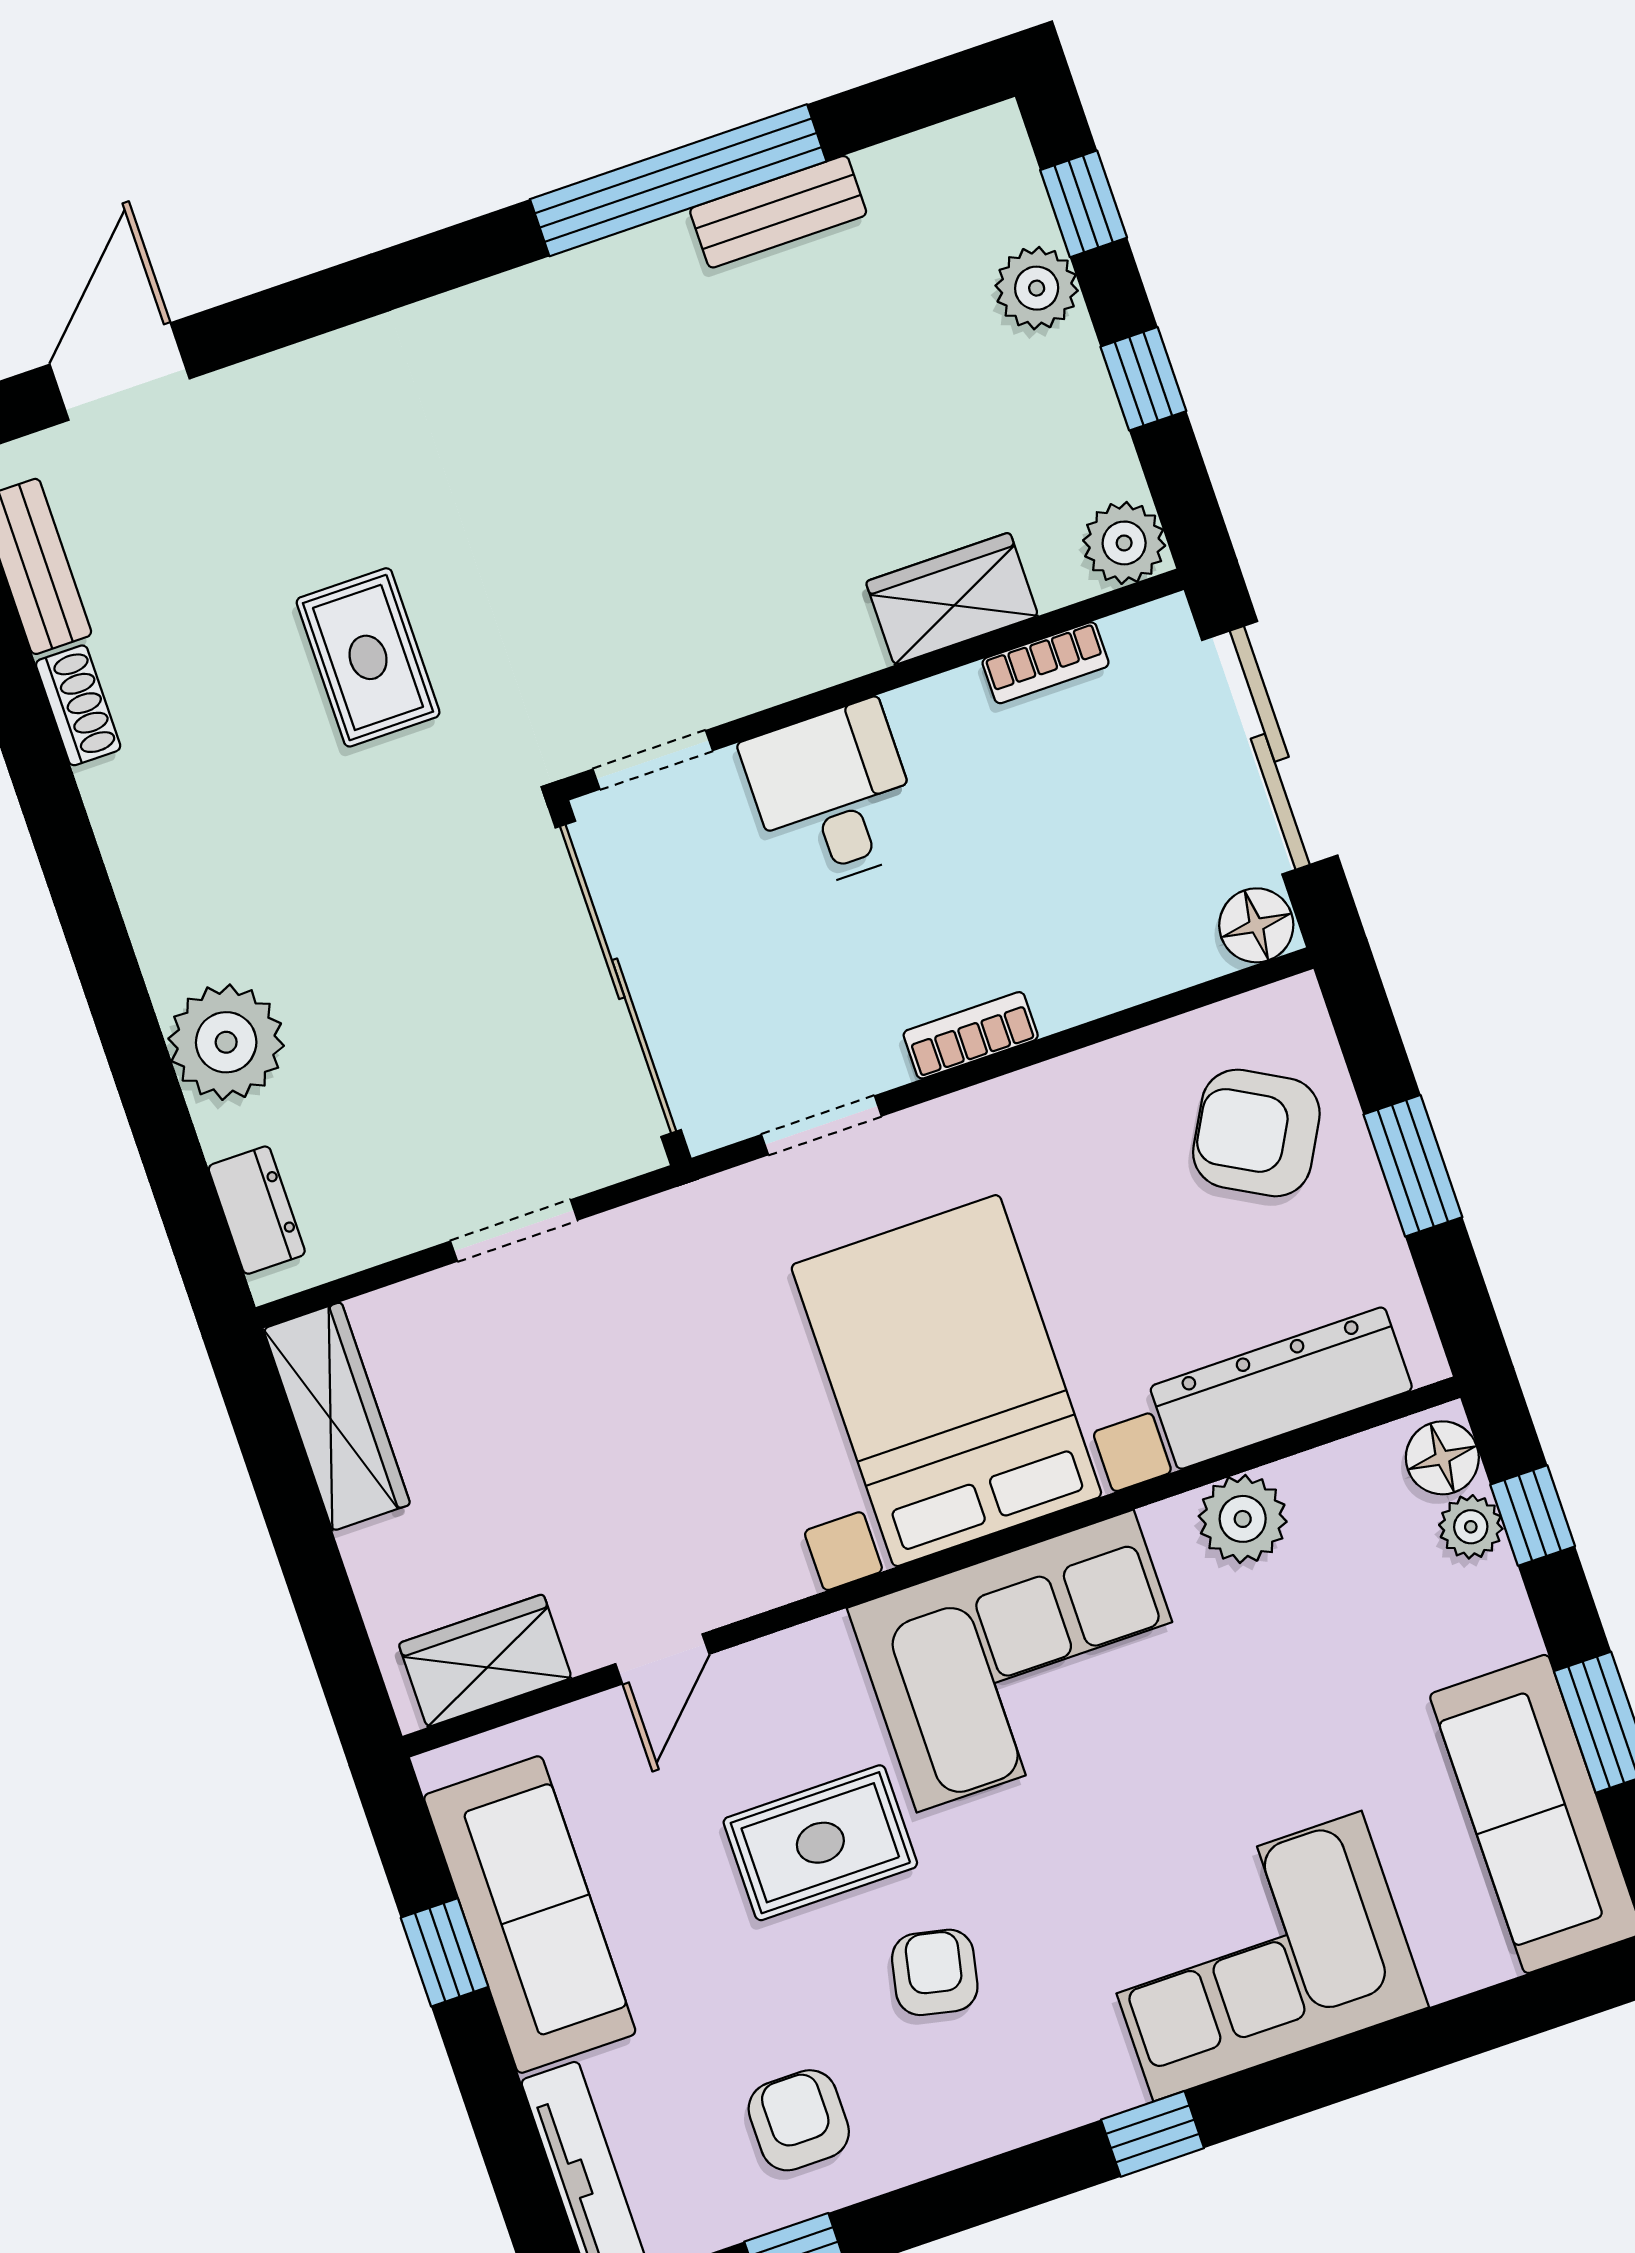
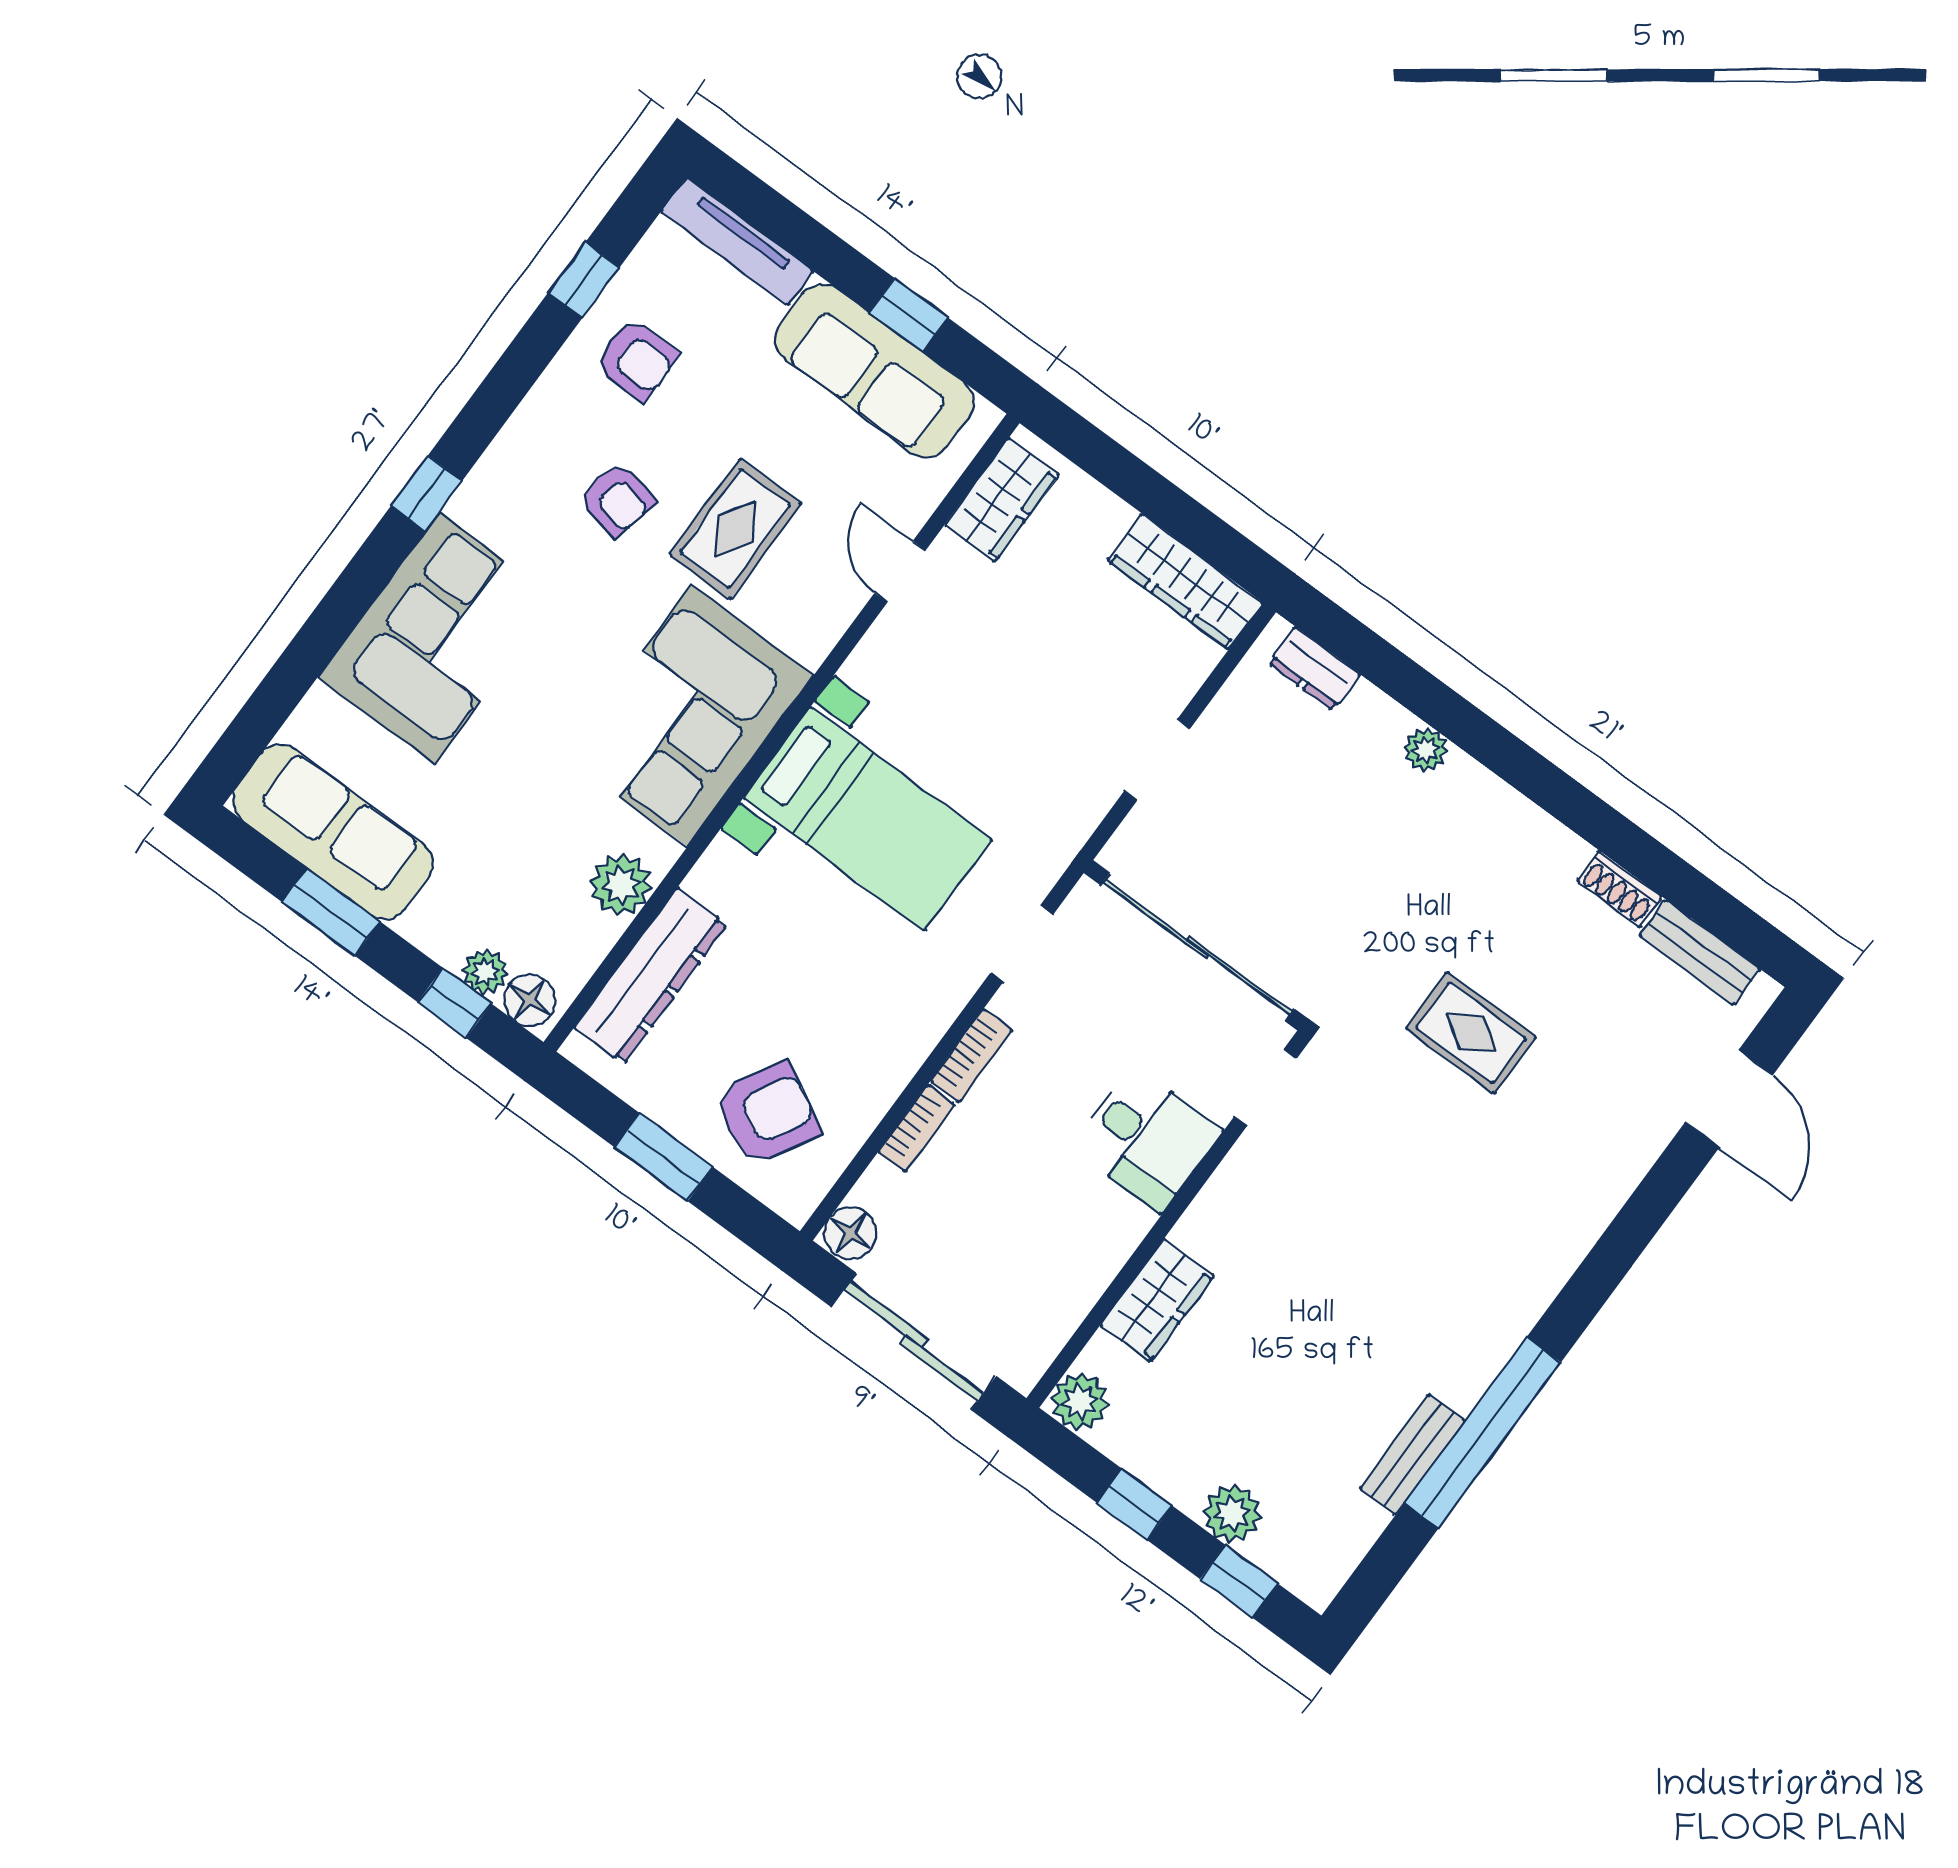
bookcase: (1046, 663) -> (916, 1128), moved, turned 180
plant: (226, 1042) -> (1426, 750), width x0.53, depth x0.53
bed with nightstands: (946, 1381) -> (868, 819), width x0.73

